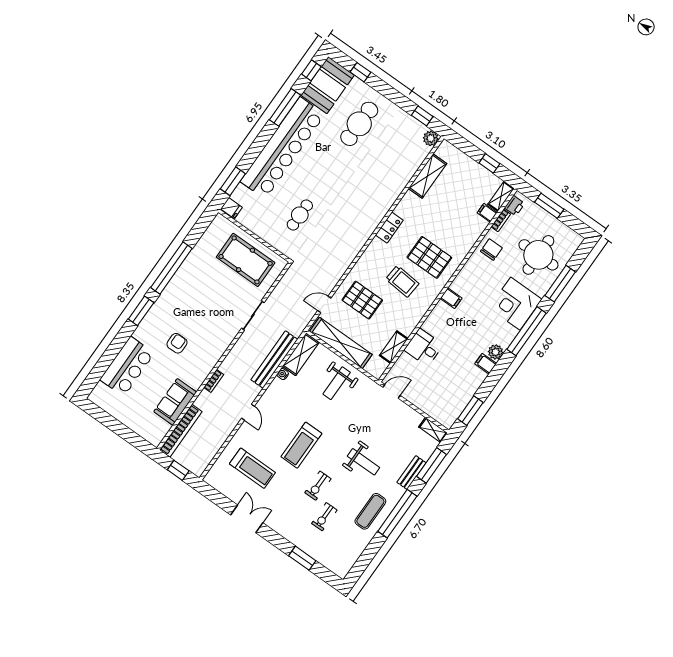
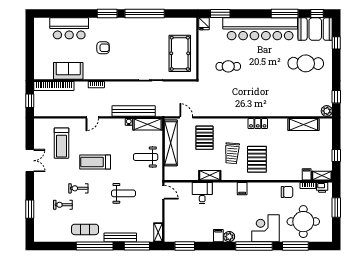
shelving: (394, 347) -> (210, 175), moved
weight bench: (363, 462) -> (123, 193), moved, turned -90
bench: (412, 473) -> (120, 237), width x1.36

